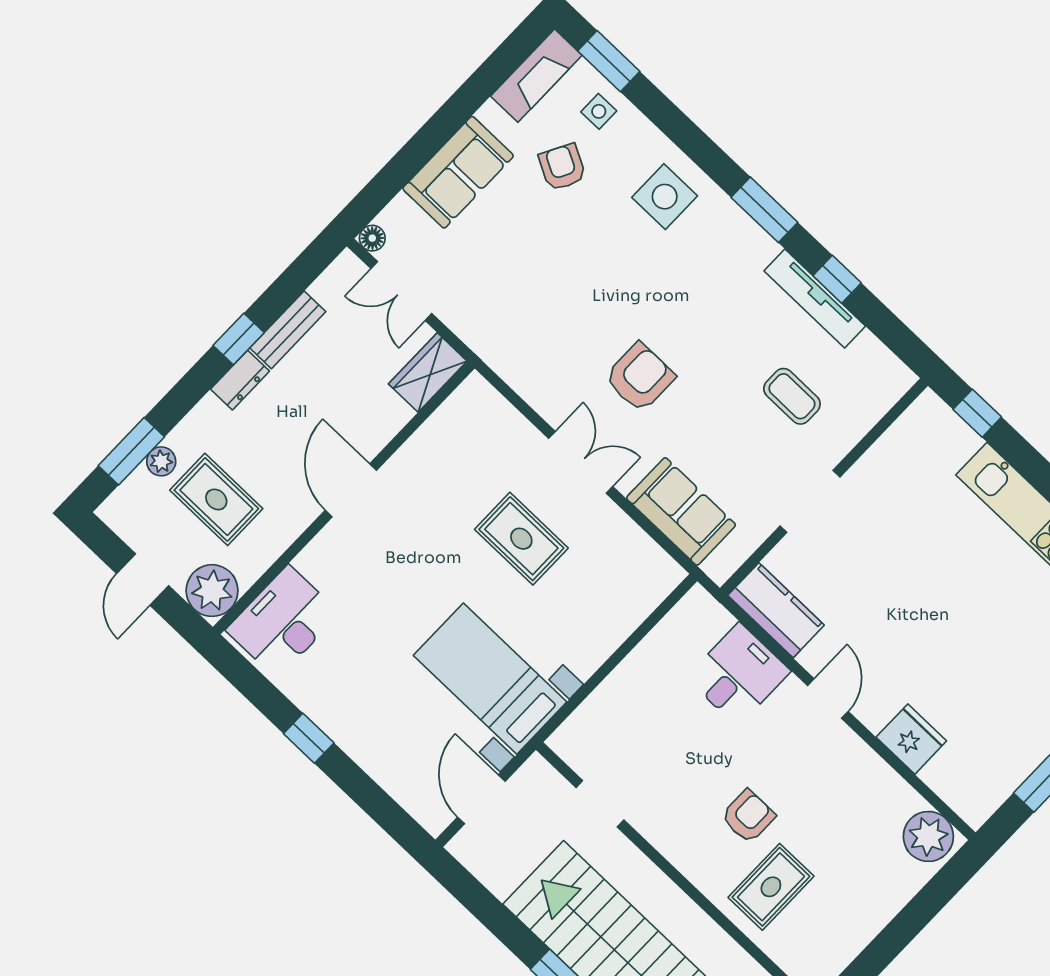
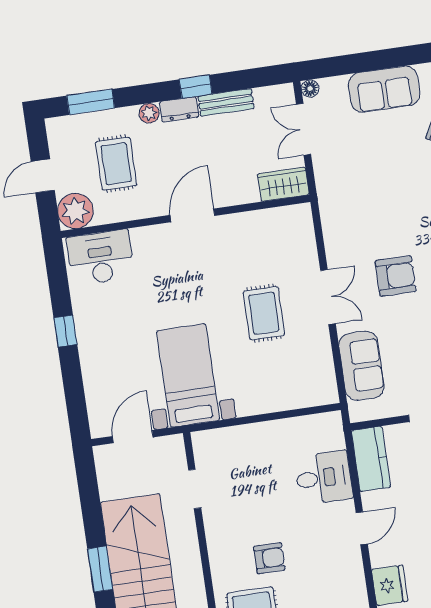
plant: (161, 461) -> (149, 113), moved

